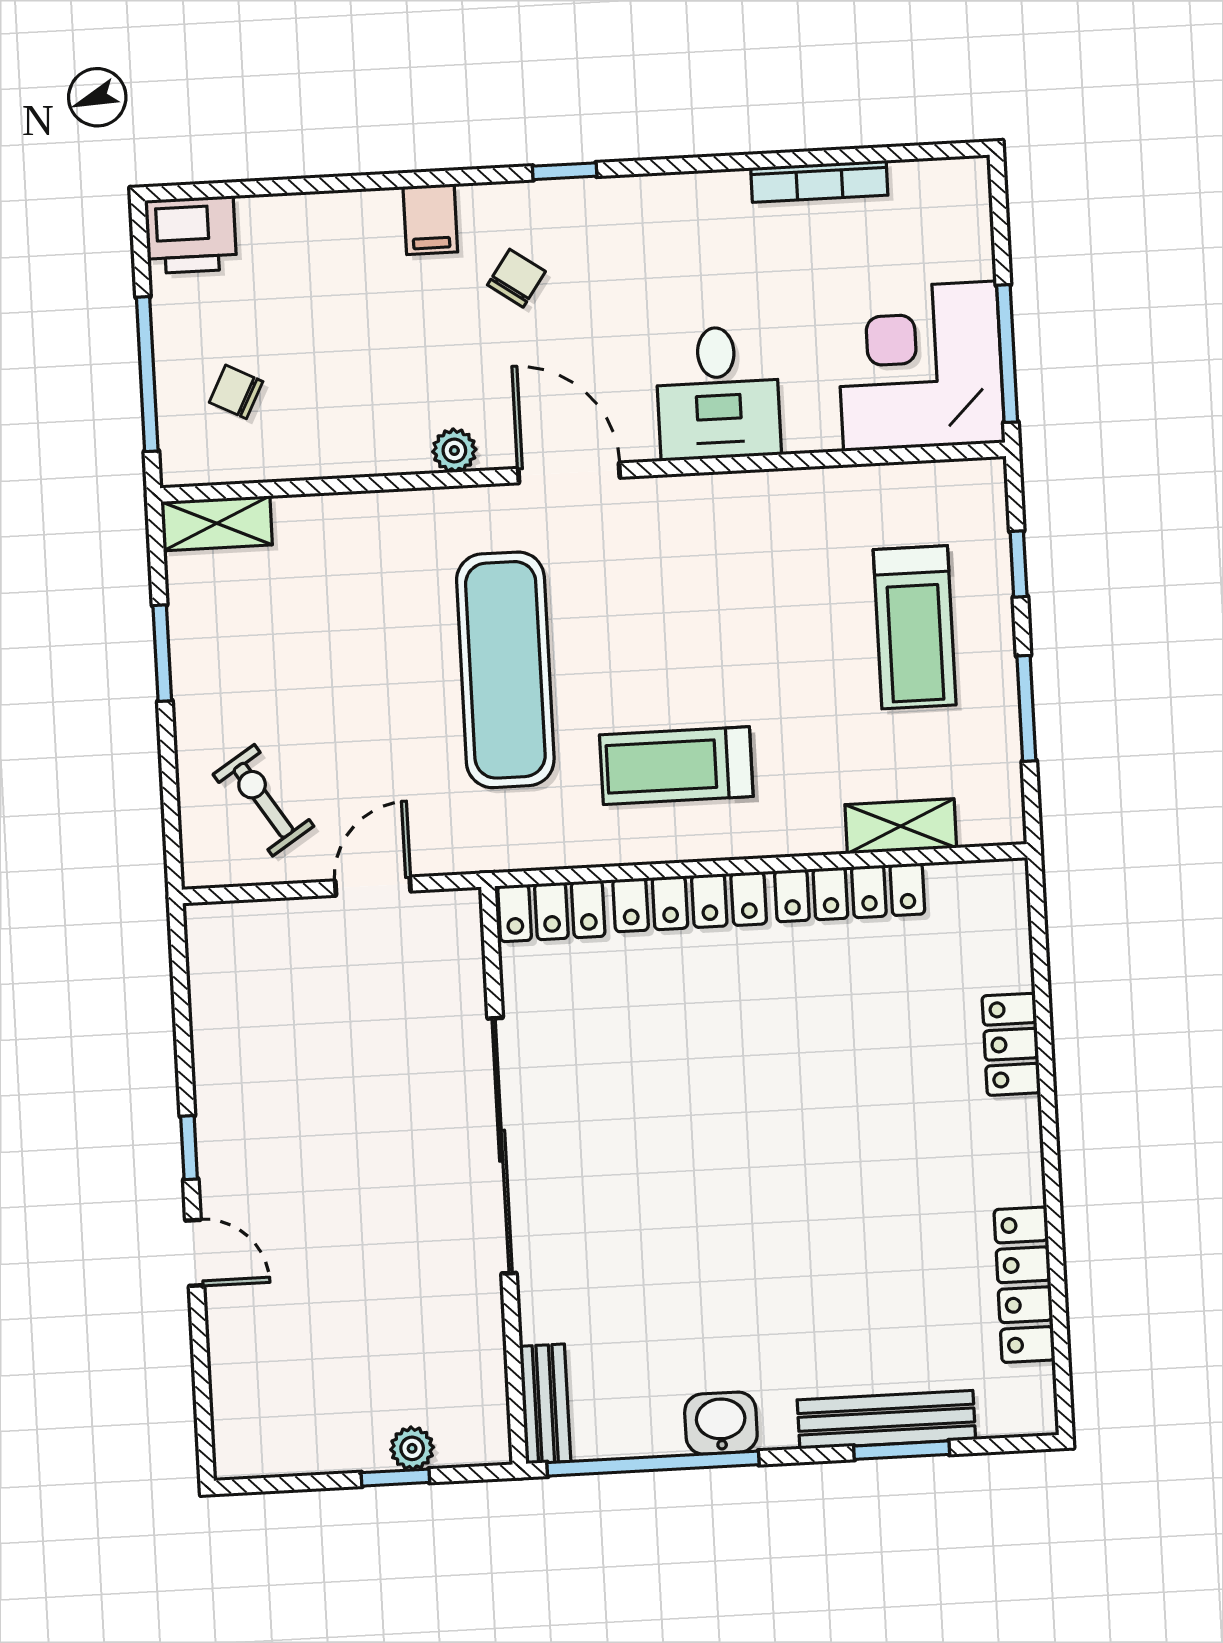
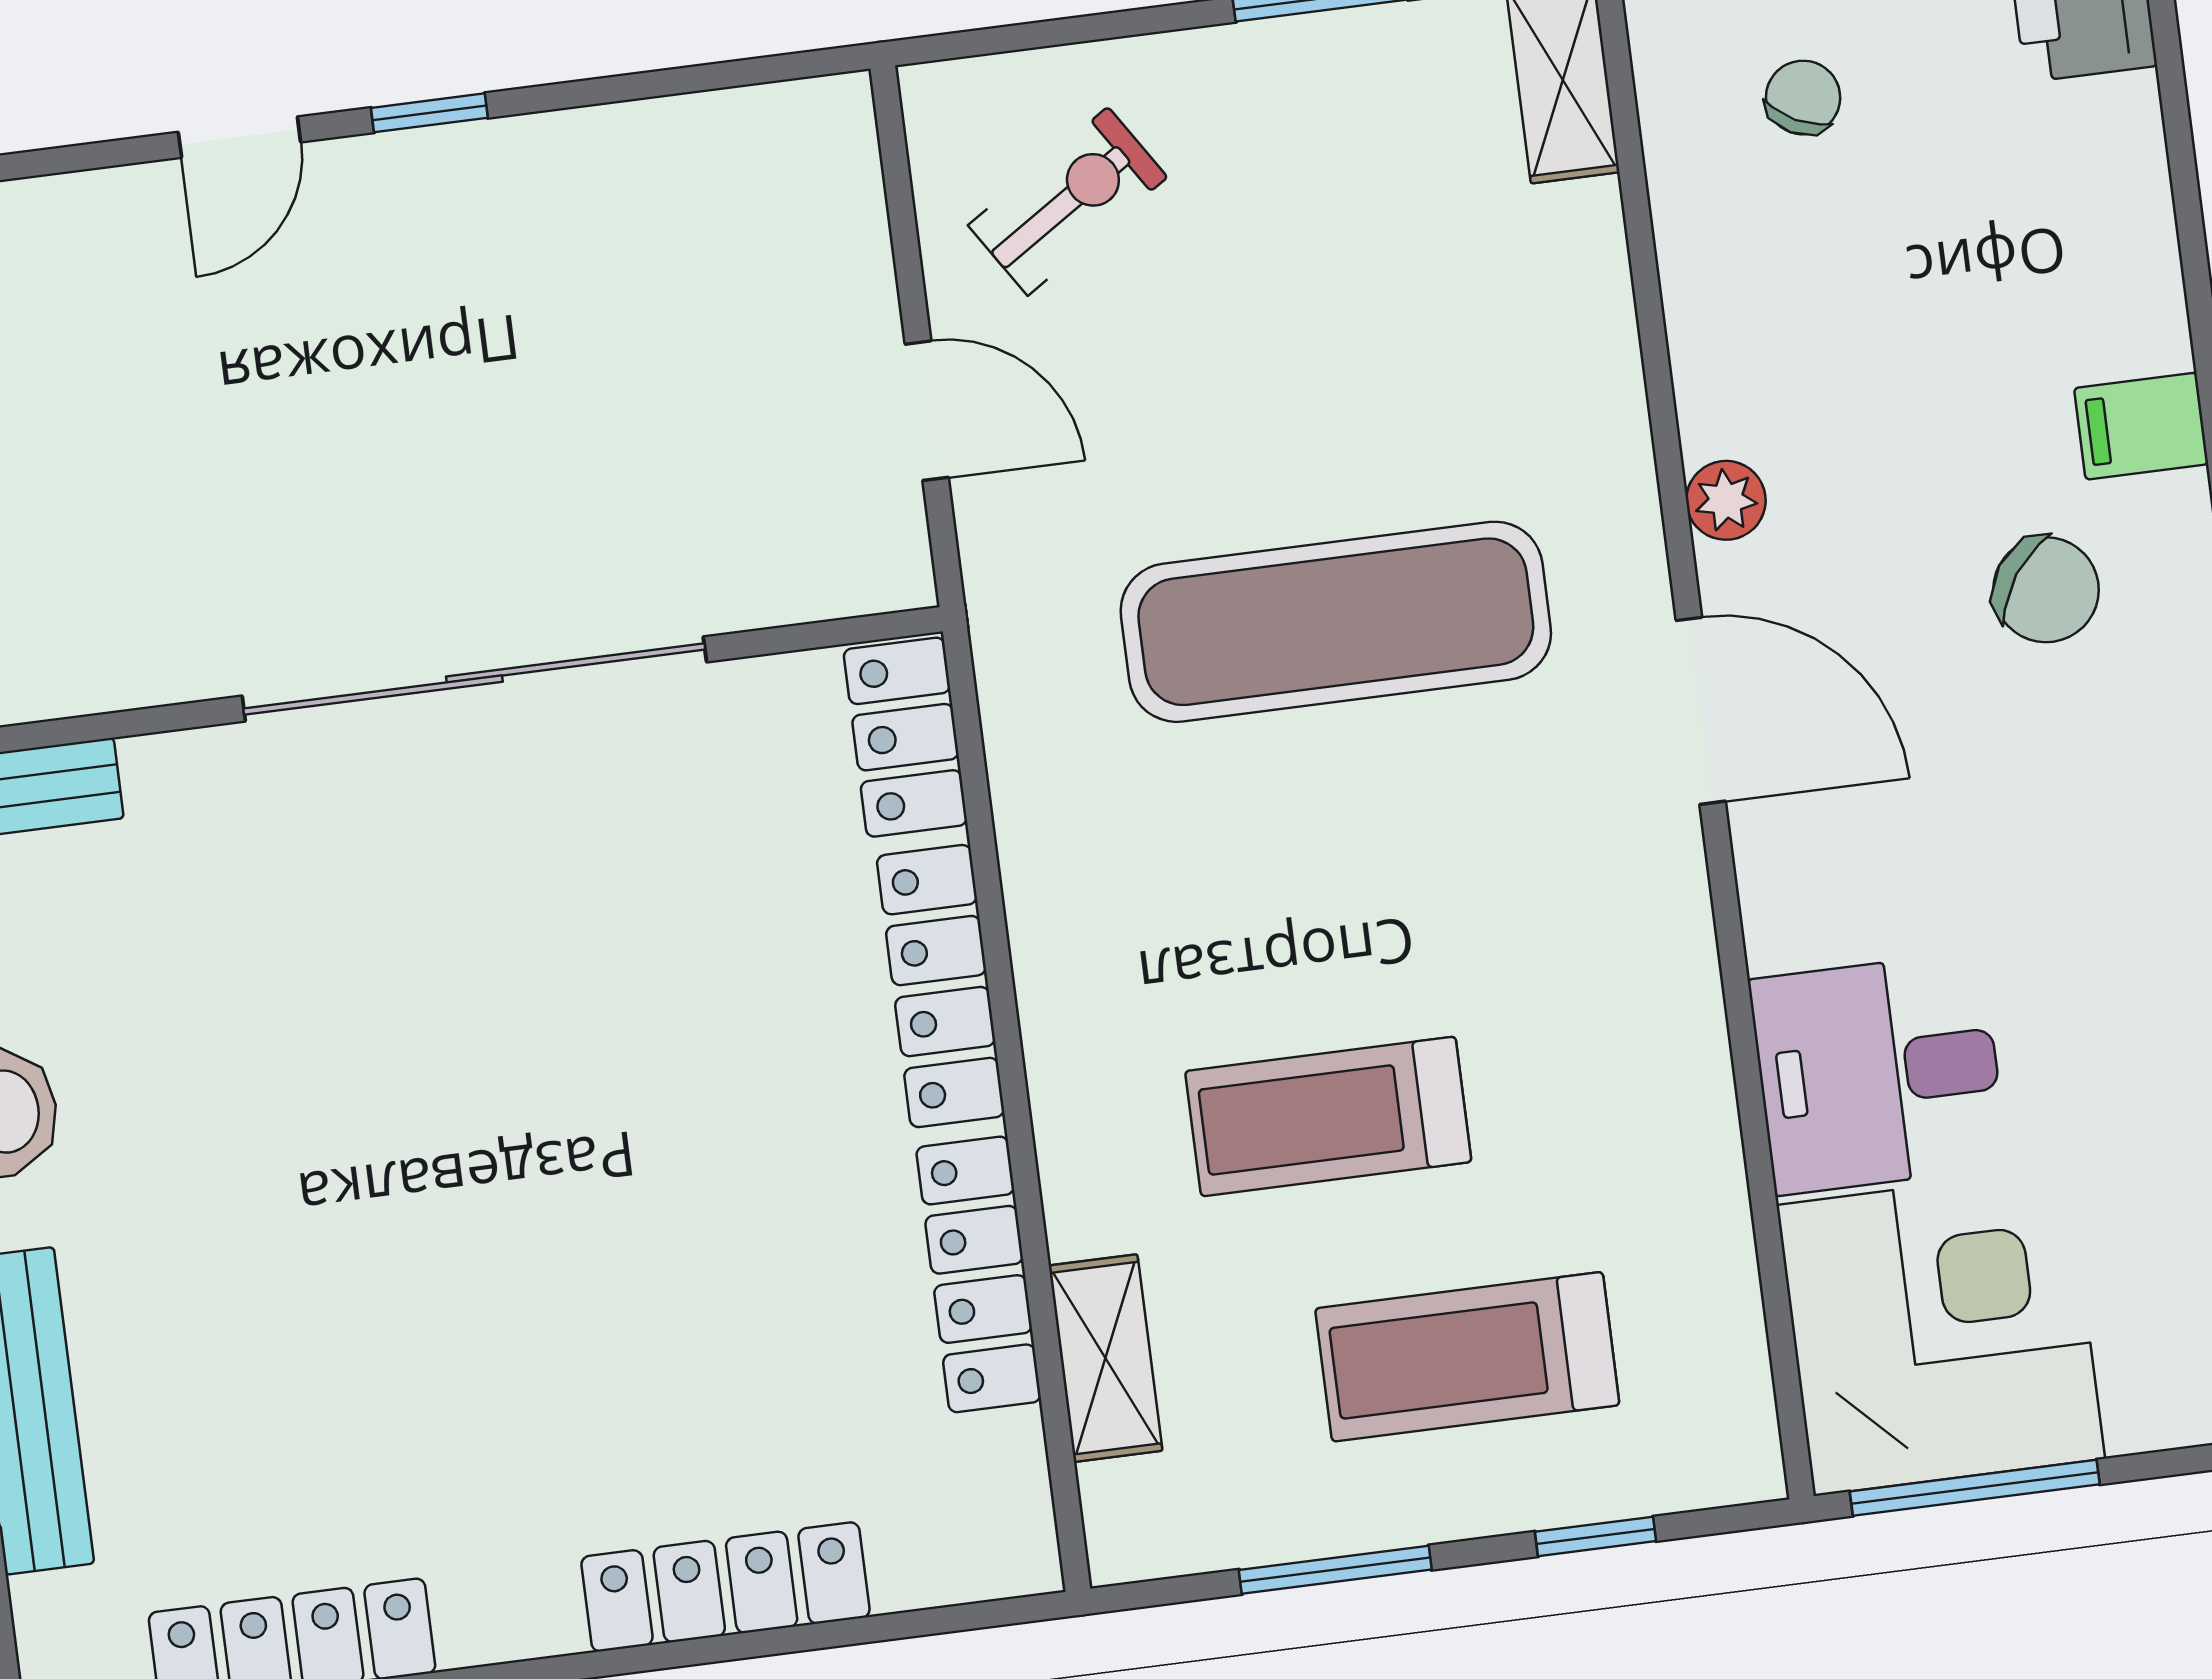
chair: (516, 278) -> (2046, 590), width x1.37, depth x1.37
desk: (718, 393) -> (1878, 1073), moved
door: (569, 473) -> (1701, 711), hinge flipped
treadmill: (676, 766) -> (1328, 1116), moved, turned -90
locker: (1011, 1044) -> (725, 1587), width x1.53

